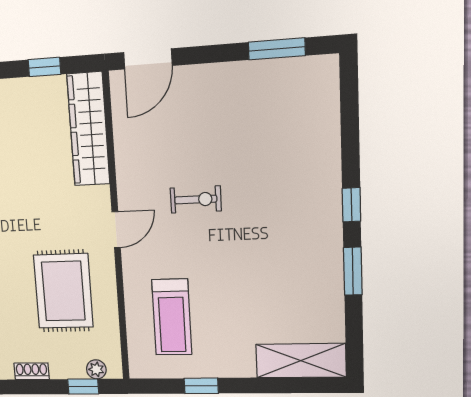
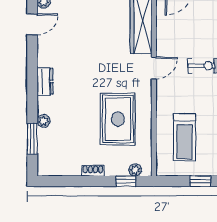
door: (116, 230) -> (154, 68), moved

